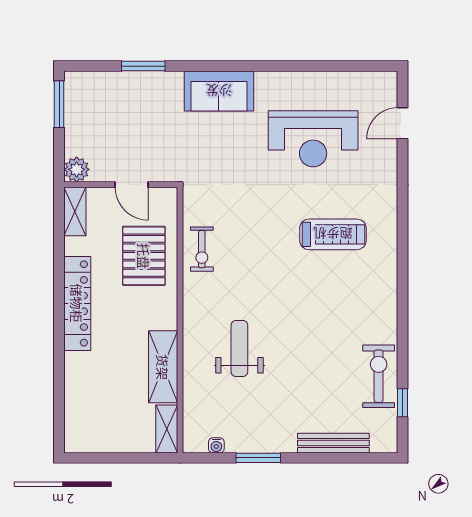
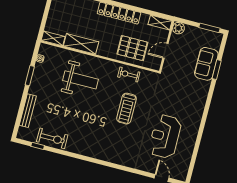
sofa: (219, 91) -> (206, 64), moved
treadmill: (333, 234) -> (127, 109), moved
weight bench: (239, 348) -> (80, 80), width x1.36, depth x1.33

